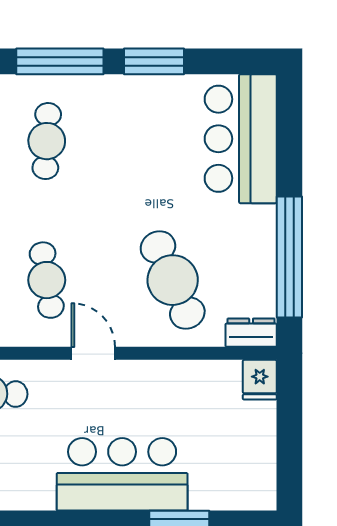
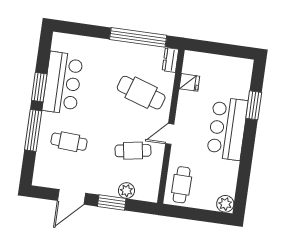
bar counter: (241, 139) -> (63, 83), moved, turned -90
cafe table: (173, 280) -> (141, 93), turned 42
fridge: (260, 380) -> (189, 82), moved

